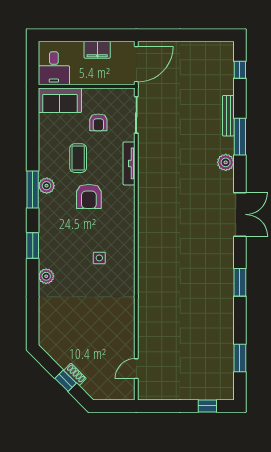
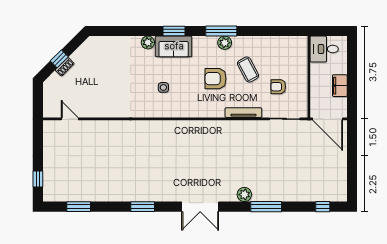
sofa: (60, 100) -> (174, 46), moved, turned -90
bench: (228, 116) -> (284, 197), removed
coffee table: (78, 158) -> (248, 70), turned 62

